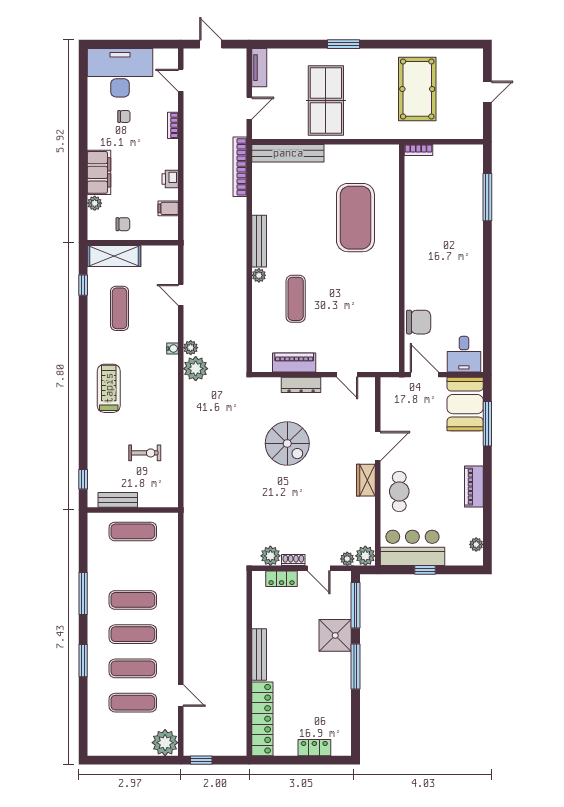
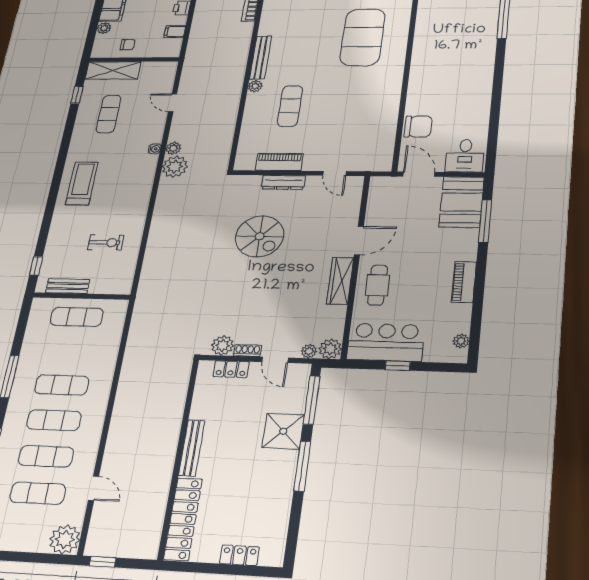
wardrobe: (366, 480) -> (340, 281), width x1.50

